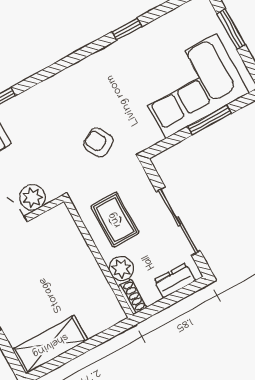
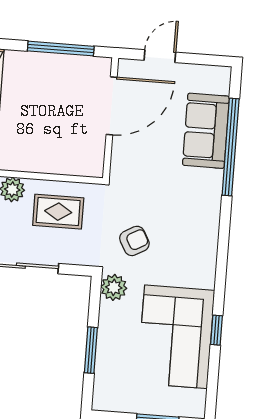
corner sofa: (191, 86) -> (176, 337), moved, turned 180
plant: (32, 197) -> (114, 287), moved

